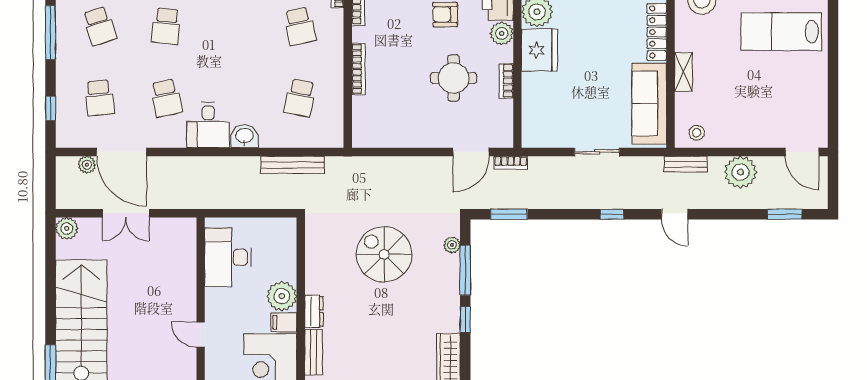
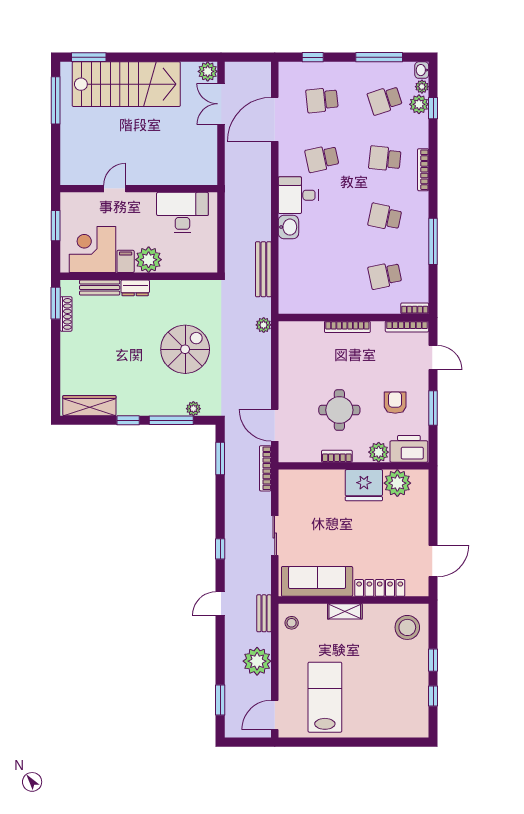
lab bench: (781, 32) -> (325, 697), moved
school desk: (300, 98) -> (385, 217), moved
bookcase: (511, 163) -> (265, 468), width x1.56
plant: (87, 165) -> (264, 325), moved
double door: (126, 213) -> (221, 104), moved

